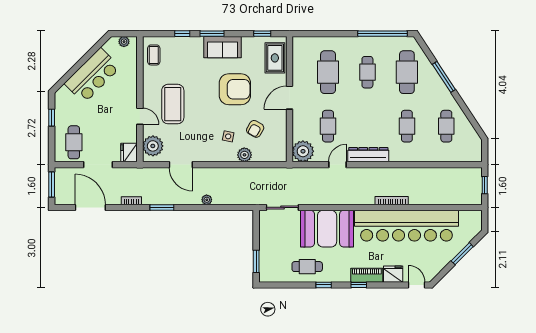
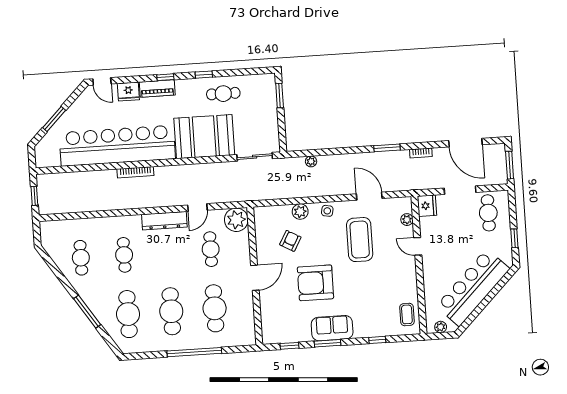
window: (212, 34) -> (328, 343), moved
window: (383, 34) -> (194, 352), moved
rug: (275, 58) -> (274, 320), removed
cafe table: (367, 72) -> (171, 311), width x1.37, depth x1.35
bar counter: (92, 75) -> (473, 288), width x1.36
coffee table: (173, 104) -> (360, 240), moved
side table: (228, 136) -> (327, 211), moved
plant: (153, 146) -> (407, 220), width x0.53, depth x0.53
plant: (207, 200) -> (311, 161), moved

